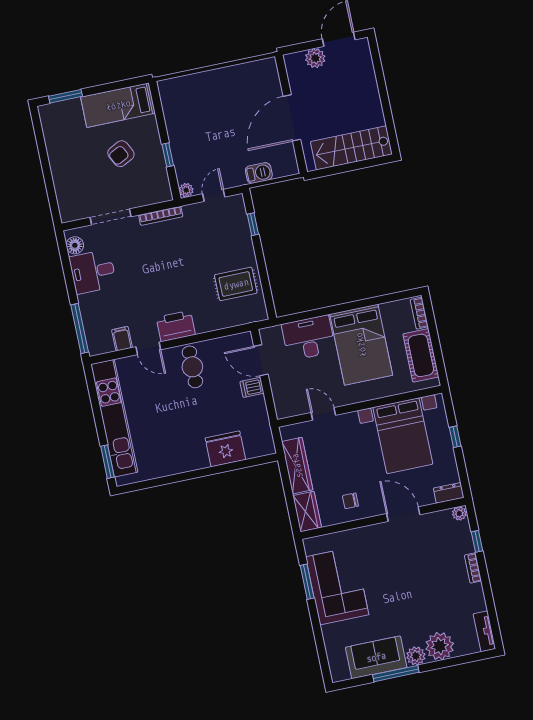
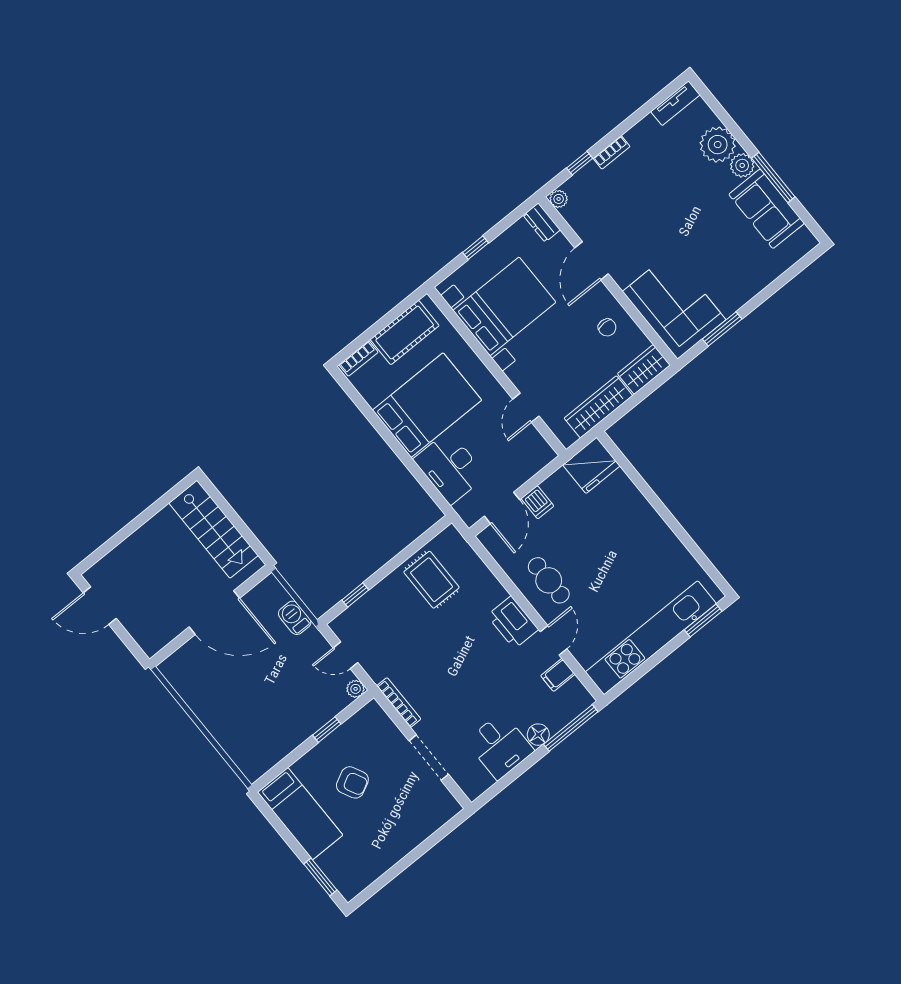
plant: (315, 58) -> (134, 621), removed
floor lamp: (75, 245) -> (538, 735), moved
cafe table: (192, 367) -> (549, 580), turned 90
fridge: (225, 449) -> (591, 465), moved, turned -90
corner sofa: (337, 586) -> (674, 306), moved, turned 90

